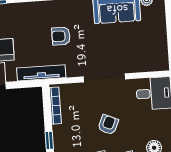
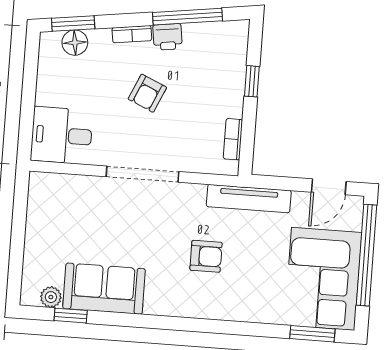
bookcase: (55, 106) -> (233, 139), width x0.64

